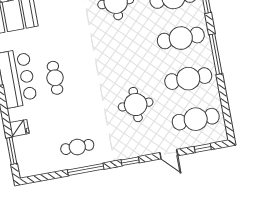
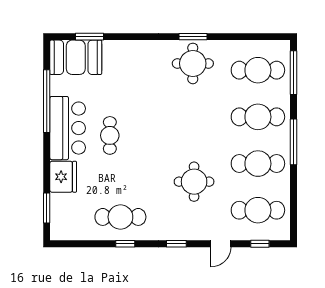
fridge: (19, 128) -> (63, 177), width x1.88, depth x1.34
cafe table: (77, 147) -> (120, 217), width x1.37, depth x1.35
door: (169, 154) -> (221, 244), hinge flipped
window: (86, 169) -> (125, 244), width x0.46

